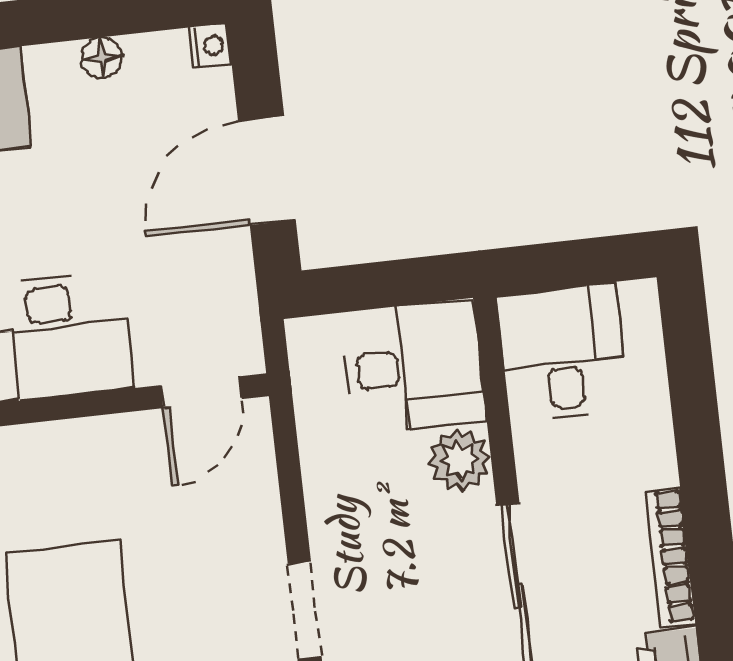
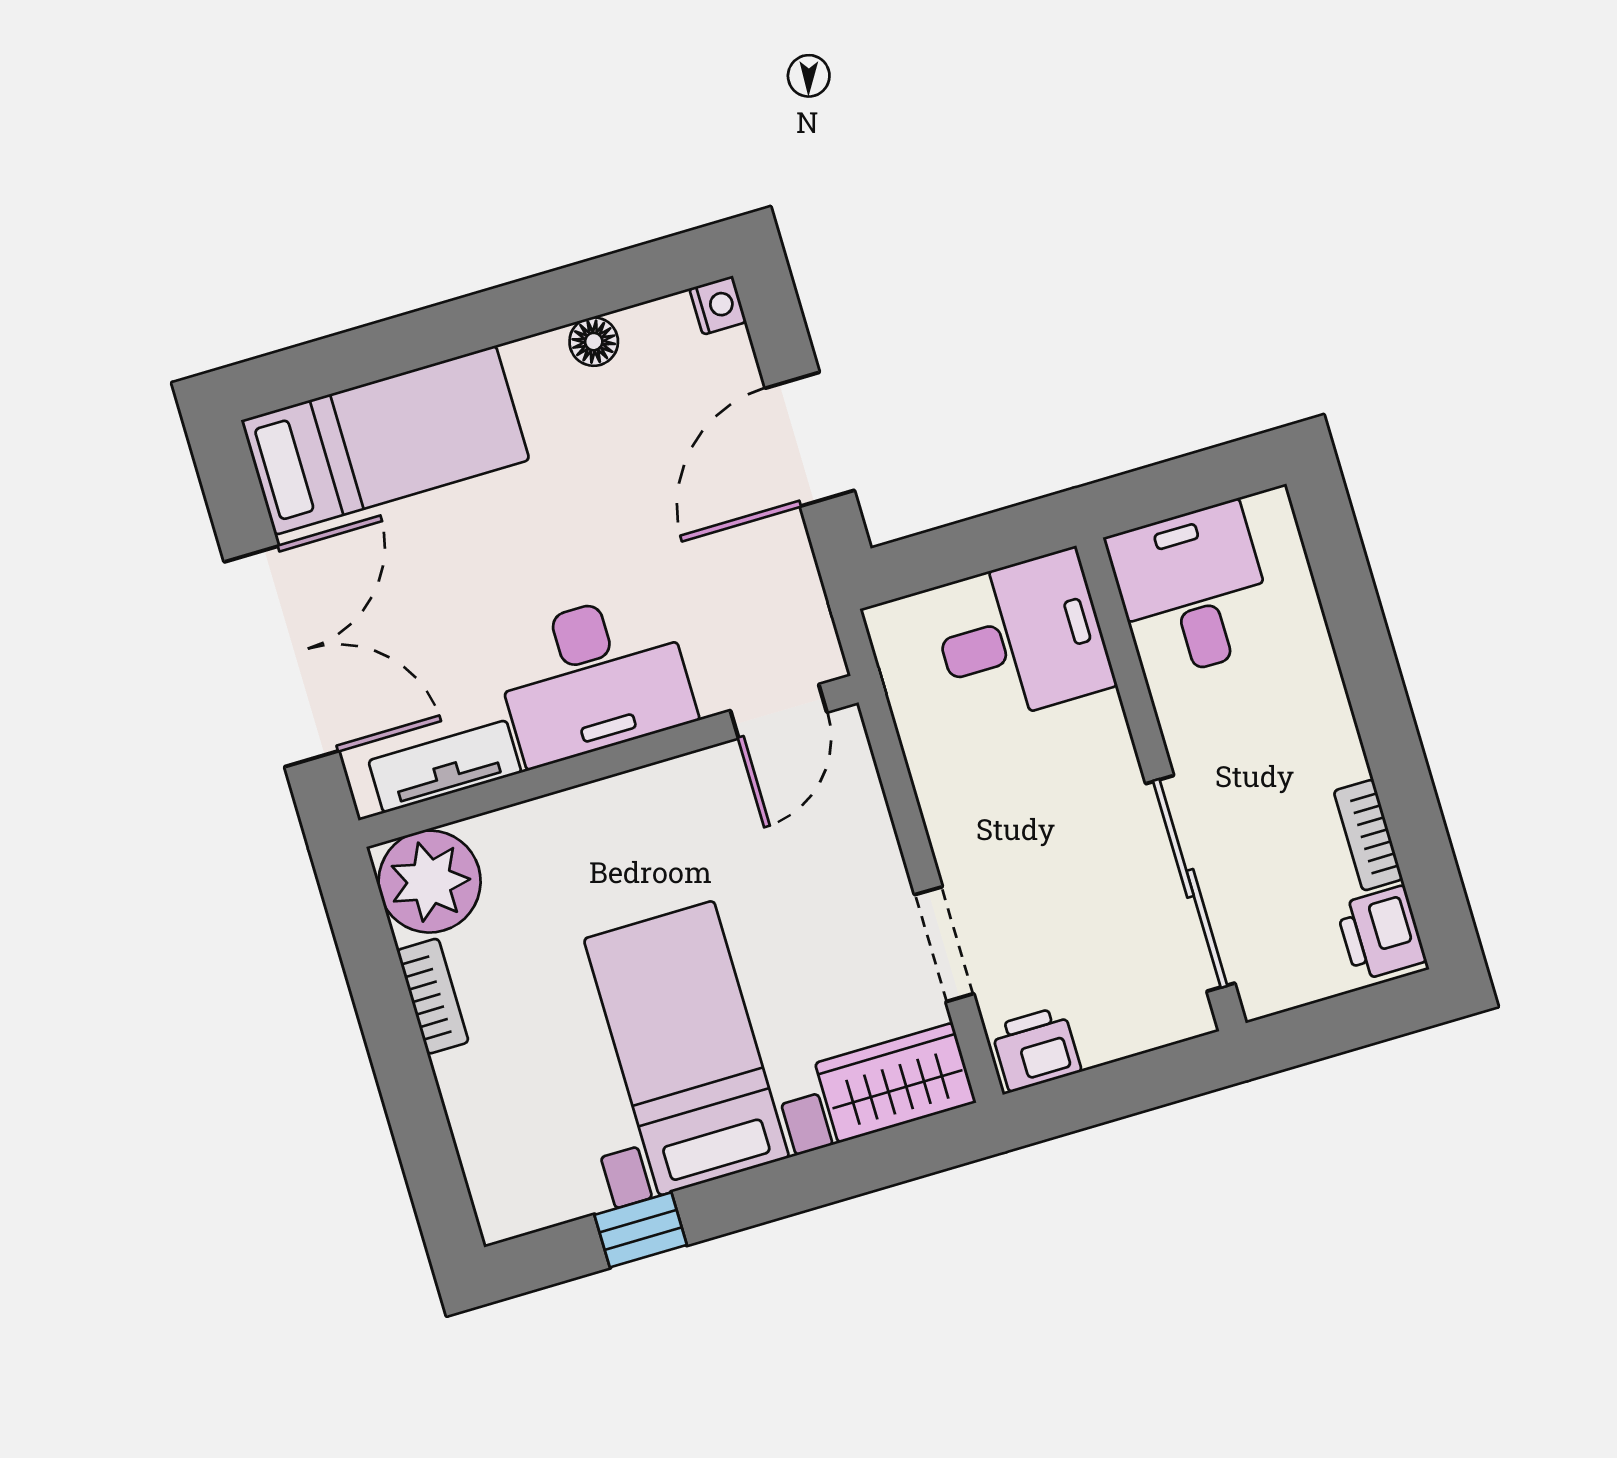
plant: (460, 460) -> (1094, 737), removed
bookcase: (670, 557) -> (1368, 835), width x0.64

